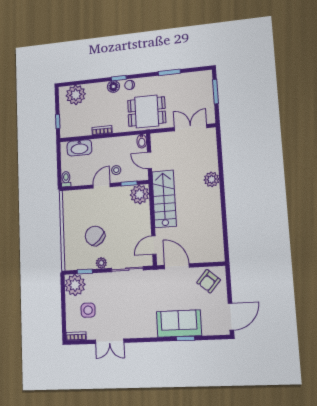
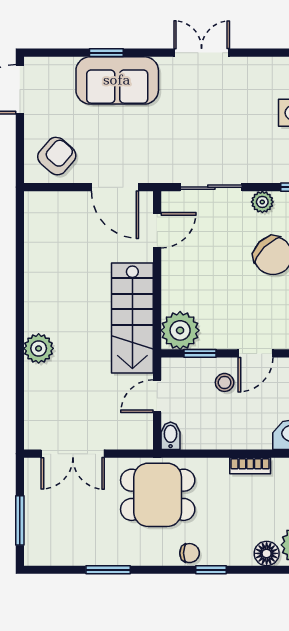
floor lamp: (113, 87) -> (267, 553), moved
door: (149, 160) -> (157, 396), swing flipped
double door: (110, 341) -> (202, 53), moved

